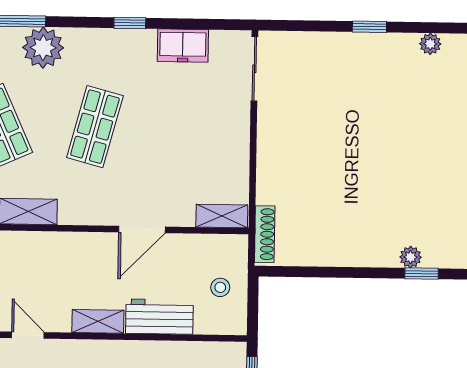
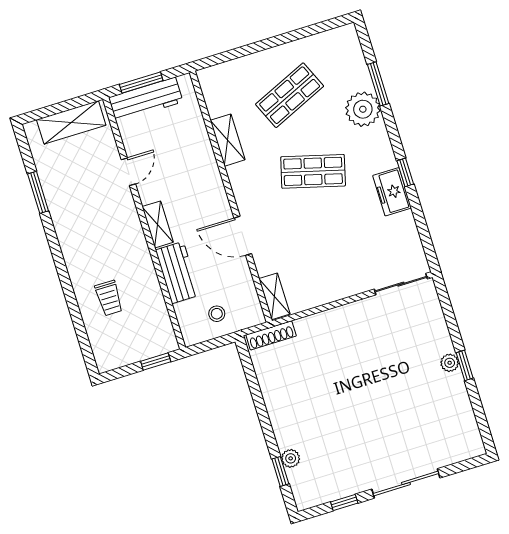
plant: (430, 44) -> (450, 363), moved
freezer: (183, 46) -> (392, 192), moved

